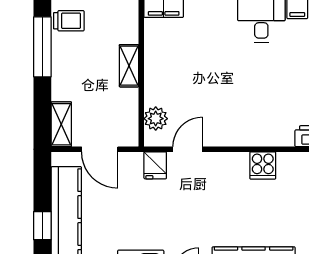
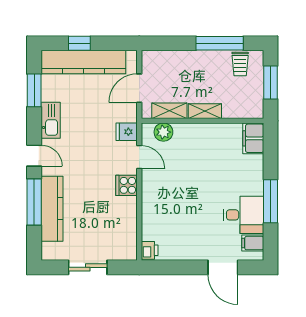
shelving: (61, 124) -> (169, 111), moved
cooker: (263, 166) -> (127, 185), moved

